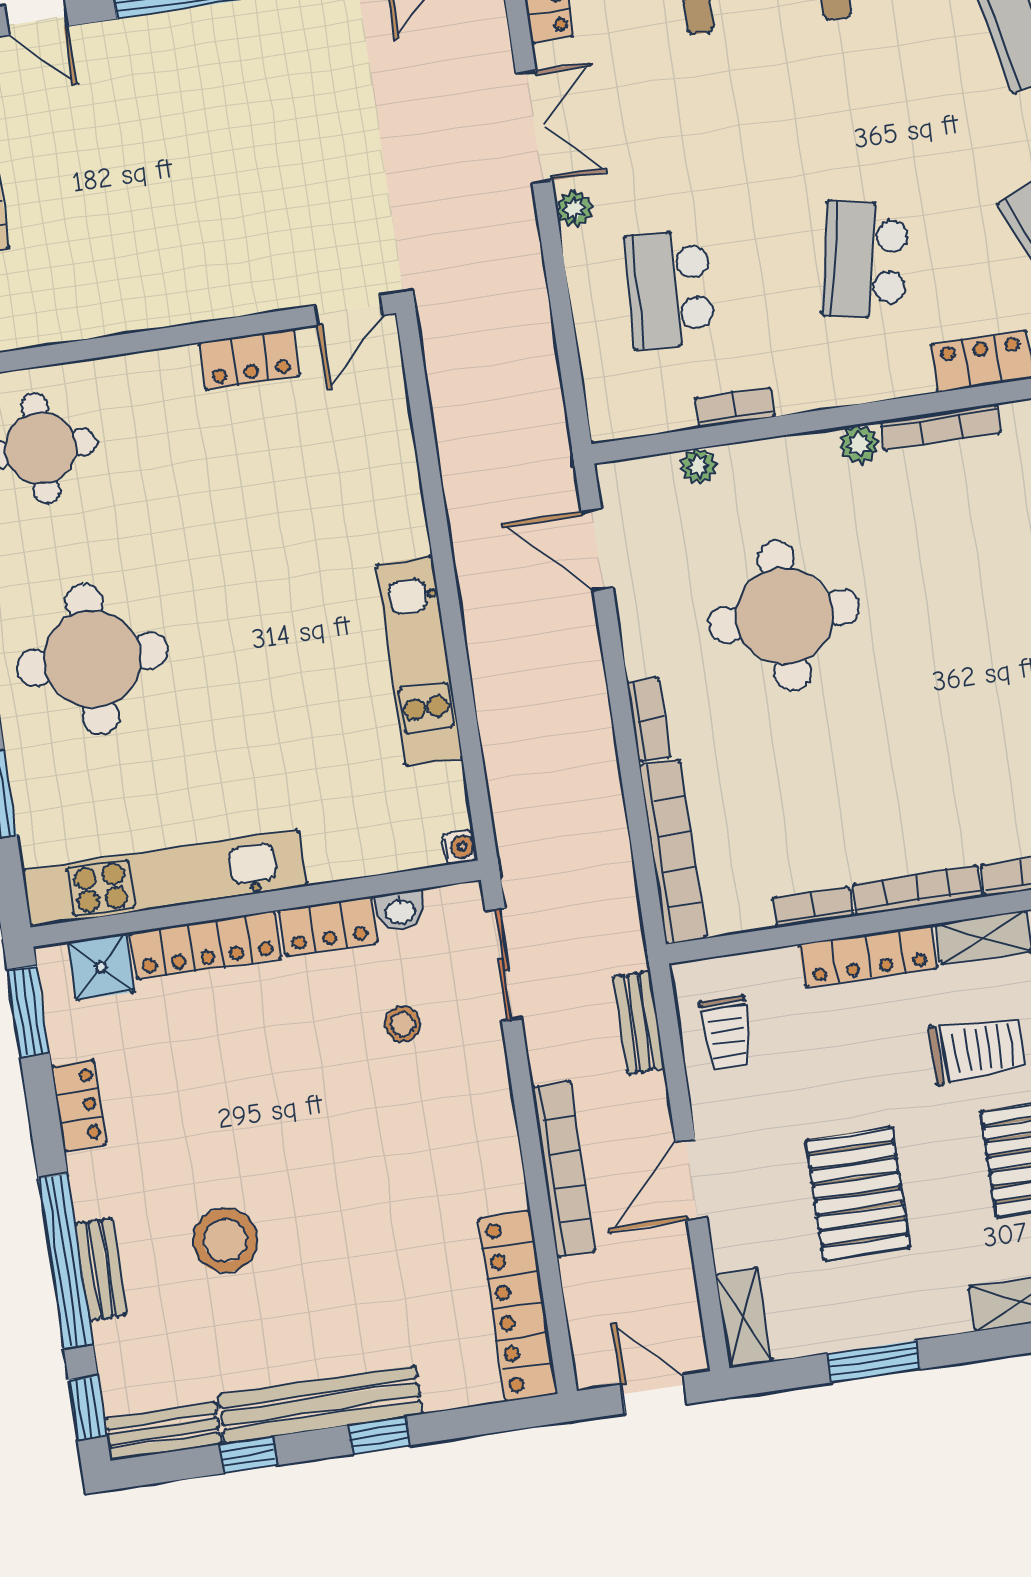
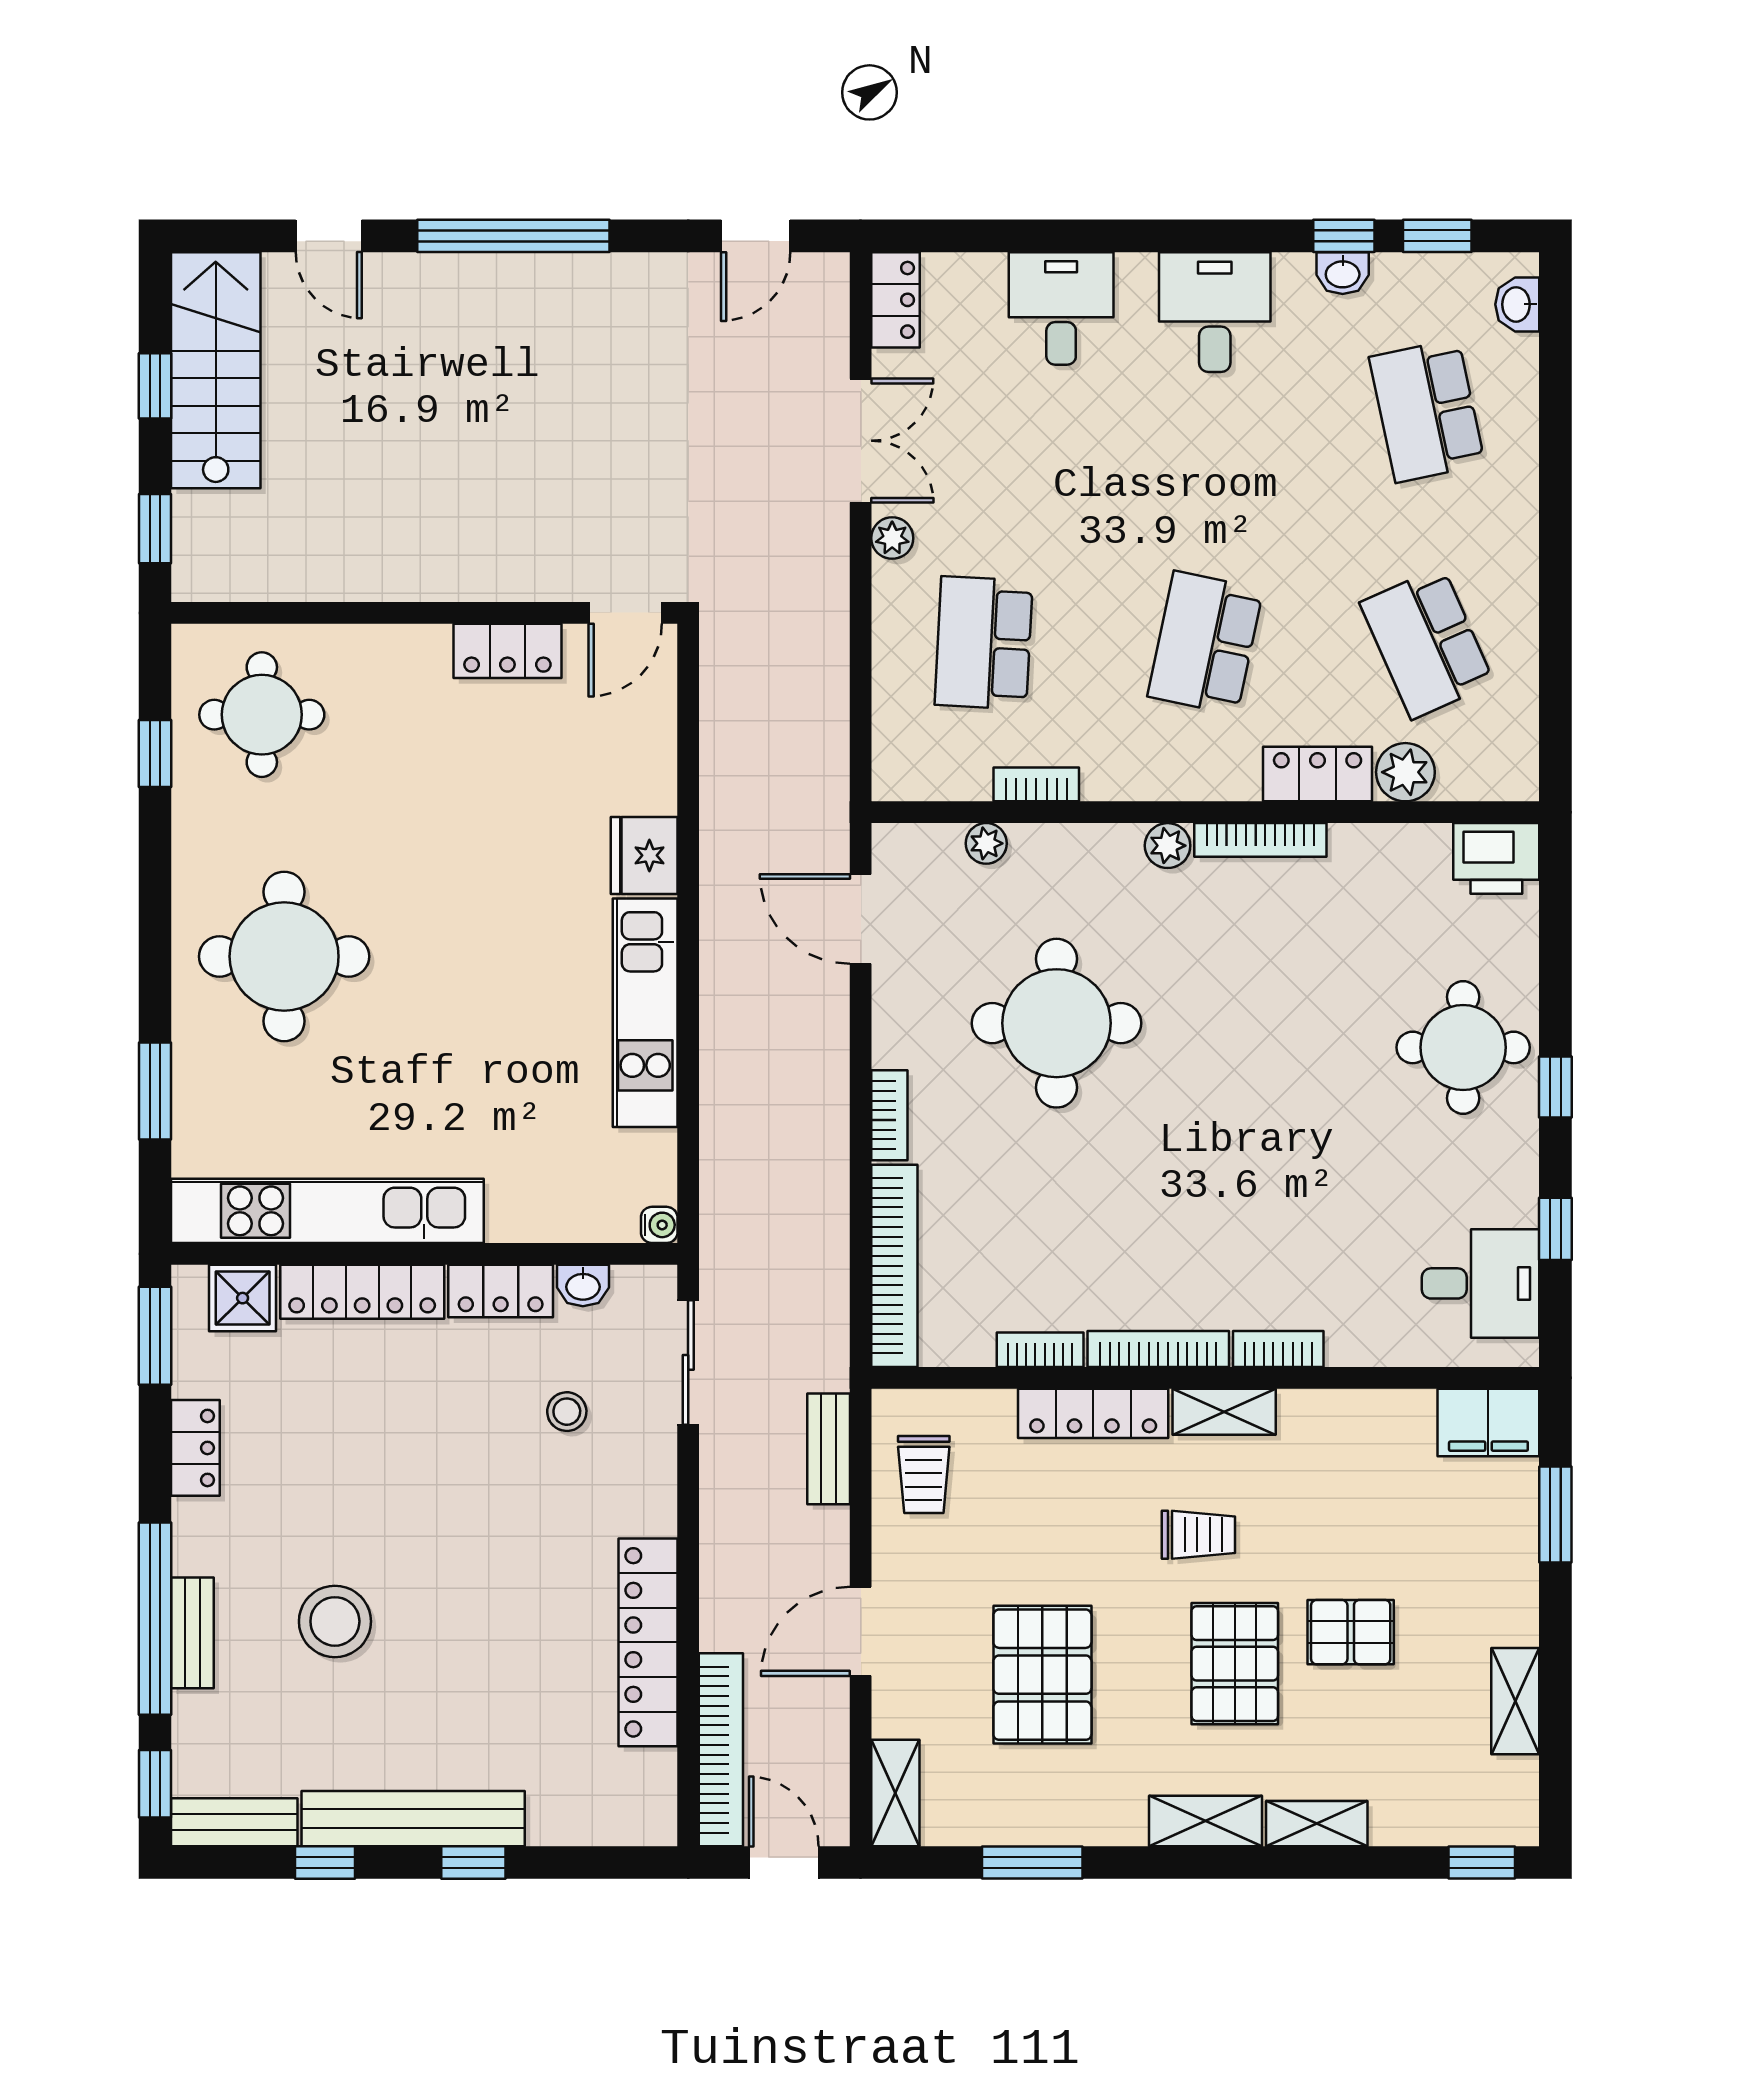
fridge: (397, 522) -> (644, 855), added
trolley: (977, 1050) -> (1198, 1535), width x0.73, depth x0.72
bookcase: (564, 1169) -> (721, 1750), moved
locker: (518, 1306) -> (648, 1642), moved

